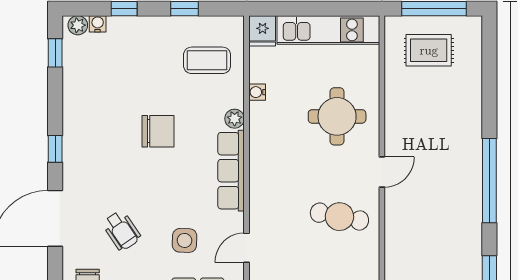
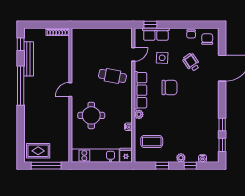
plant: (78, 25) -> (181, 158), moved
rug: (429, 50) -> (38, 151), moved
chair: (158, 131) -> (169, 87), moved, turned 180
window: (55, 149) -> (222, 124), moved
cafe table: (339, 217) -> (112, 76), moved
bench: (472, 238) -> (29, 59), added

